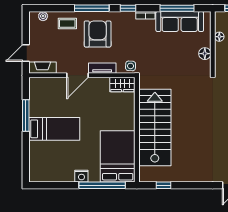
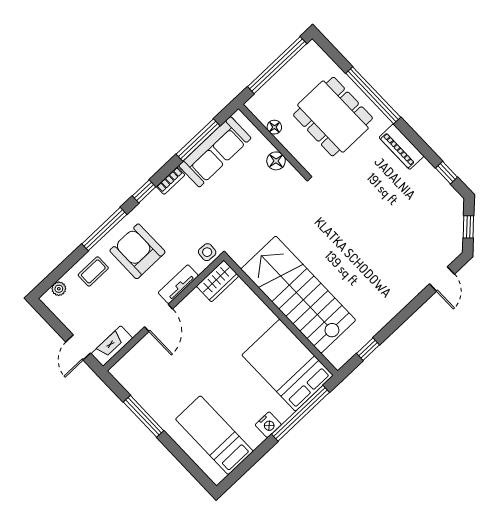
bed: (54, 129) -> (214, 435), moved, turned -90

